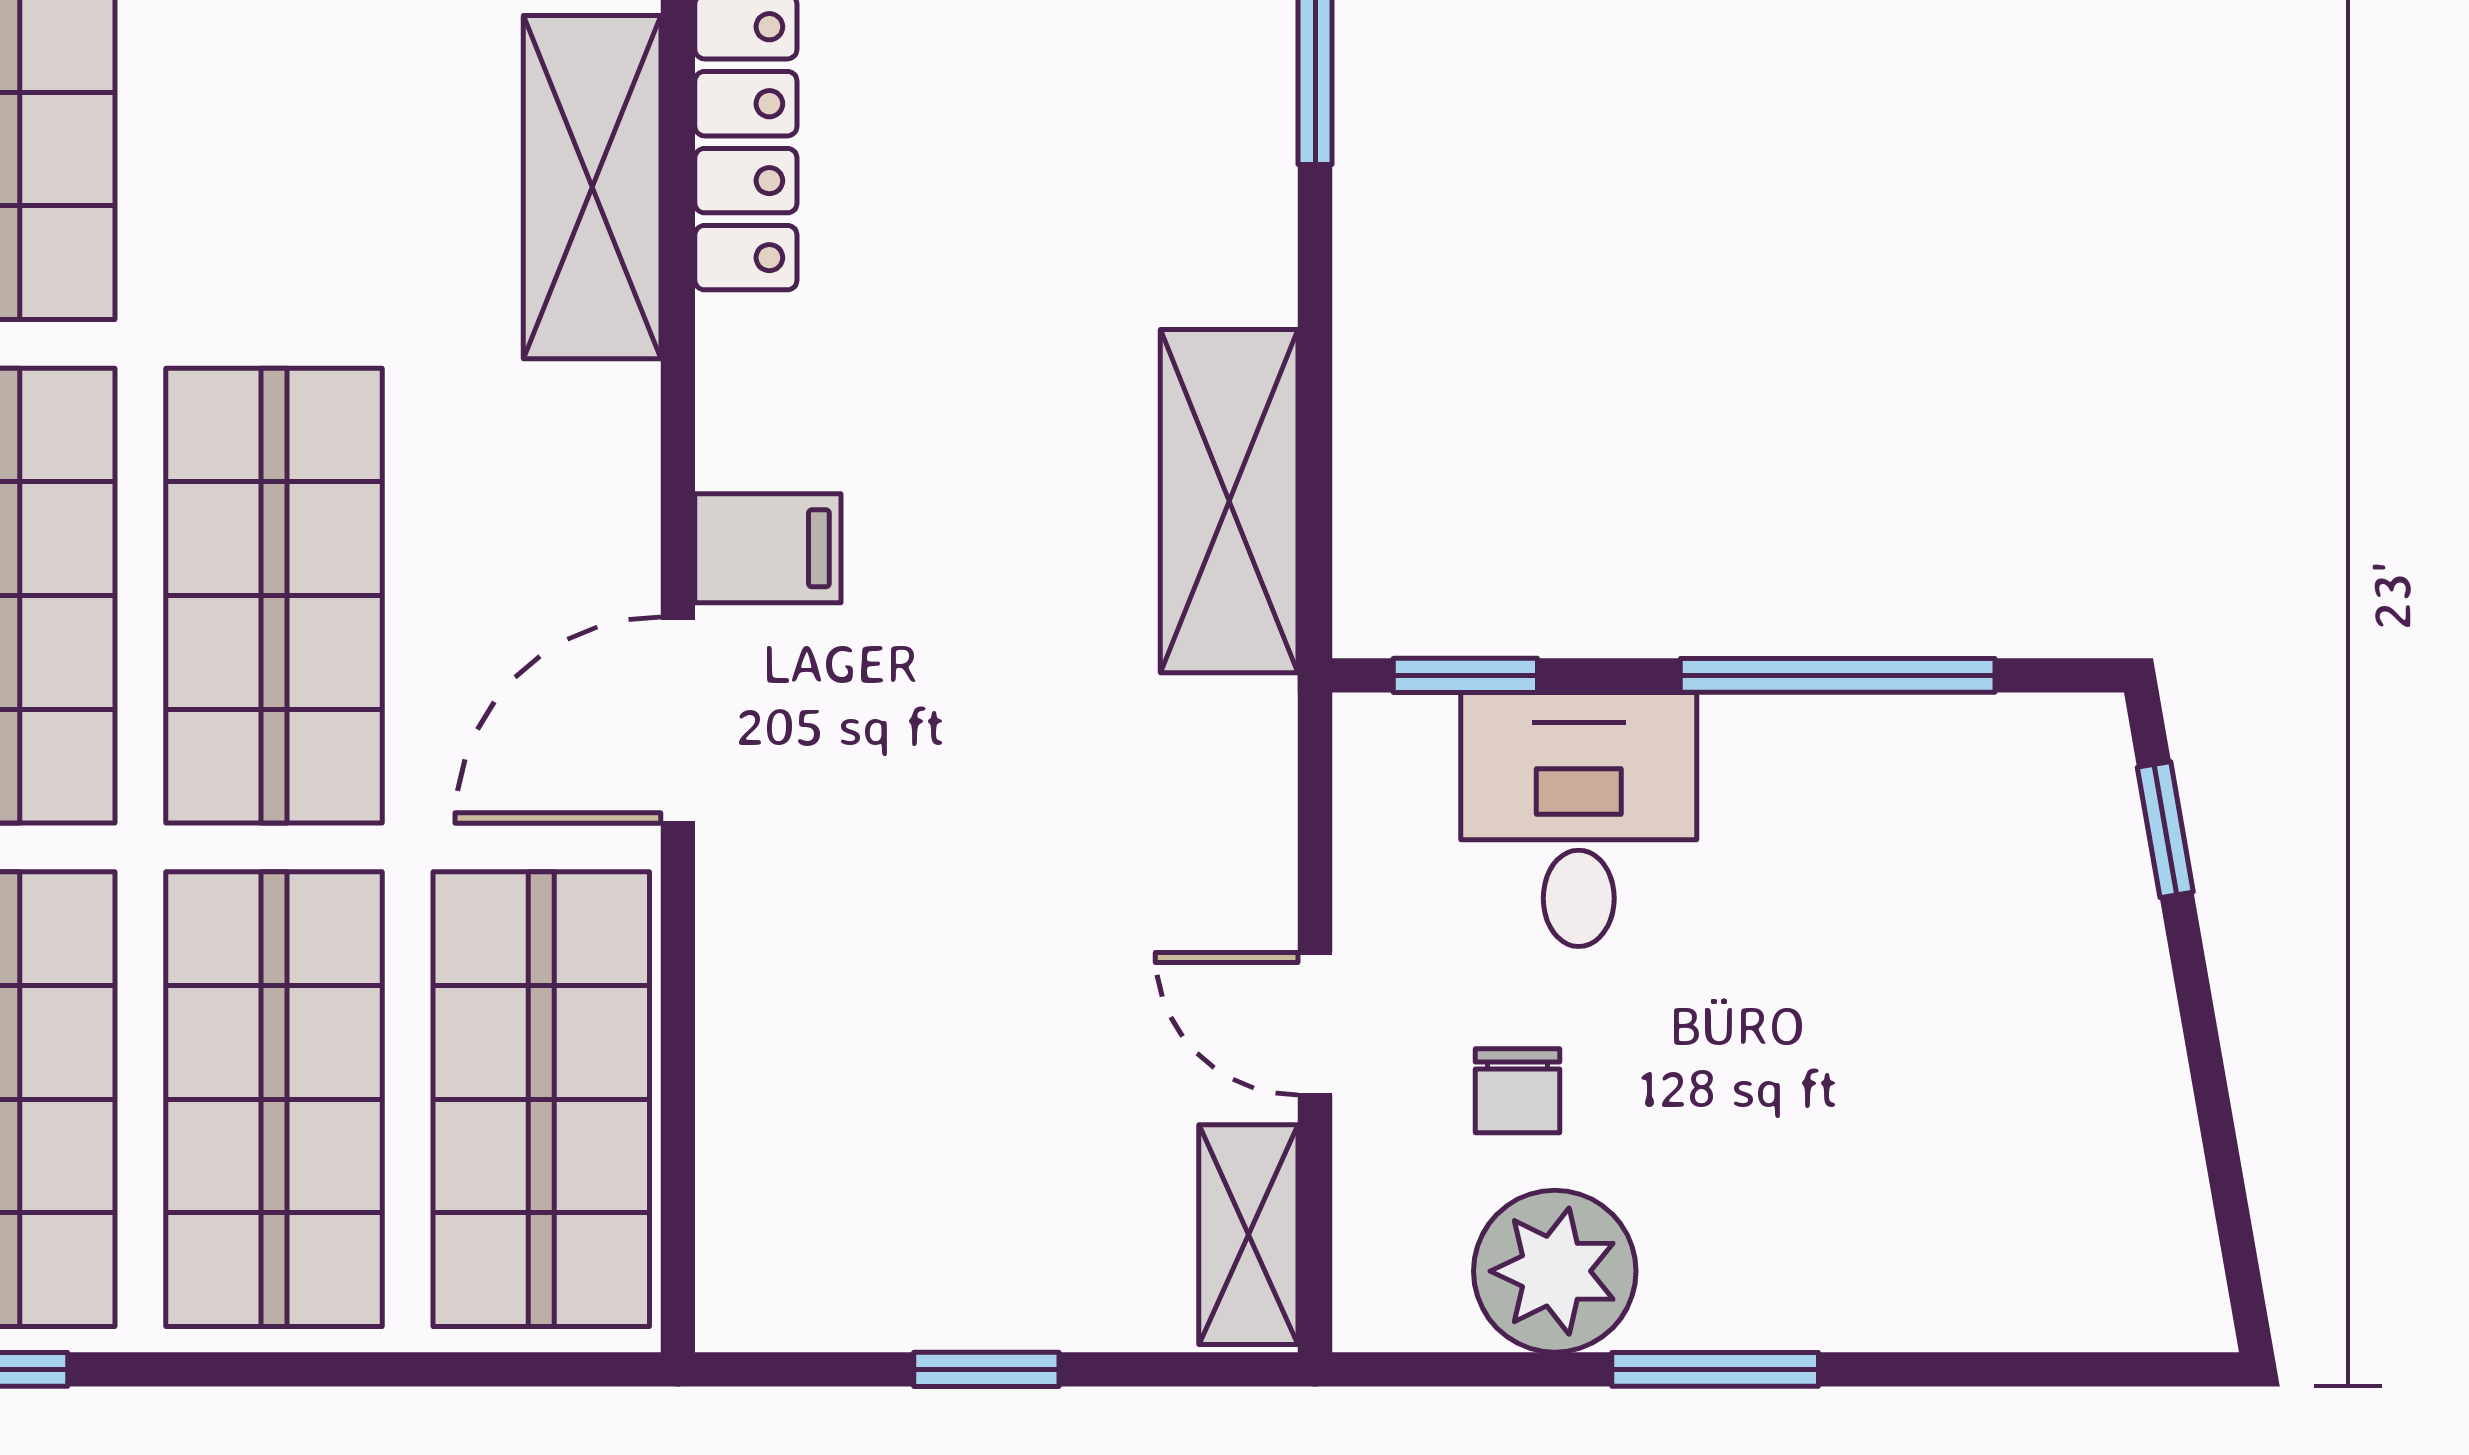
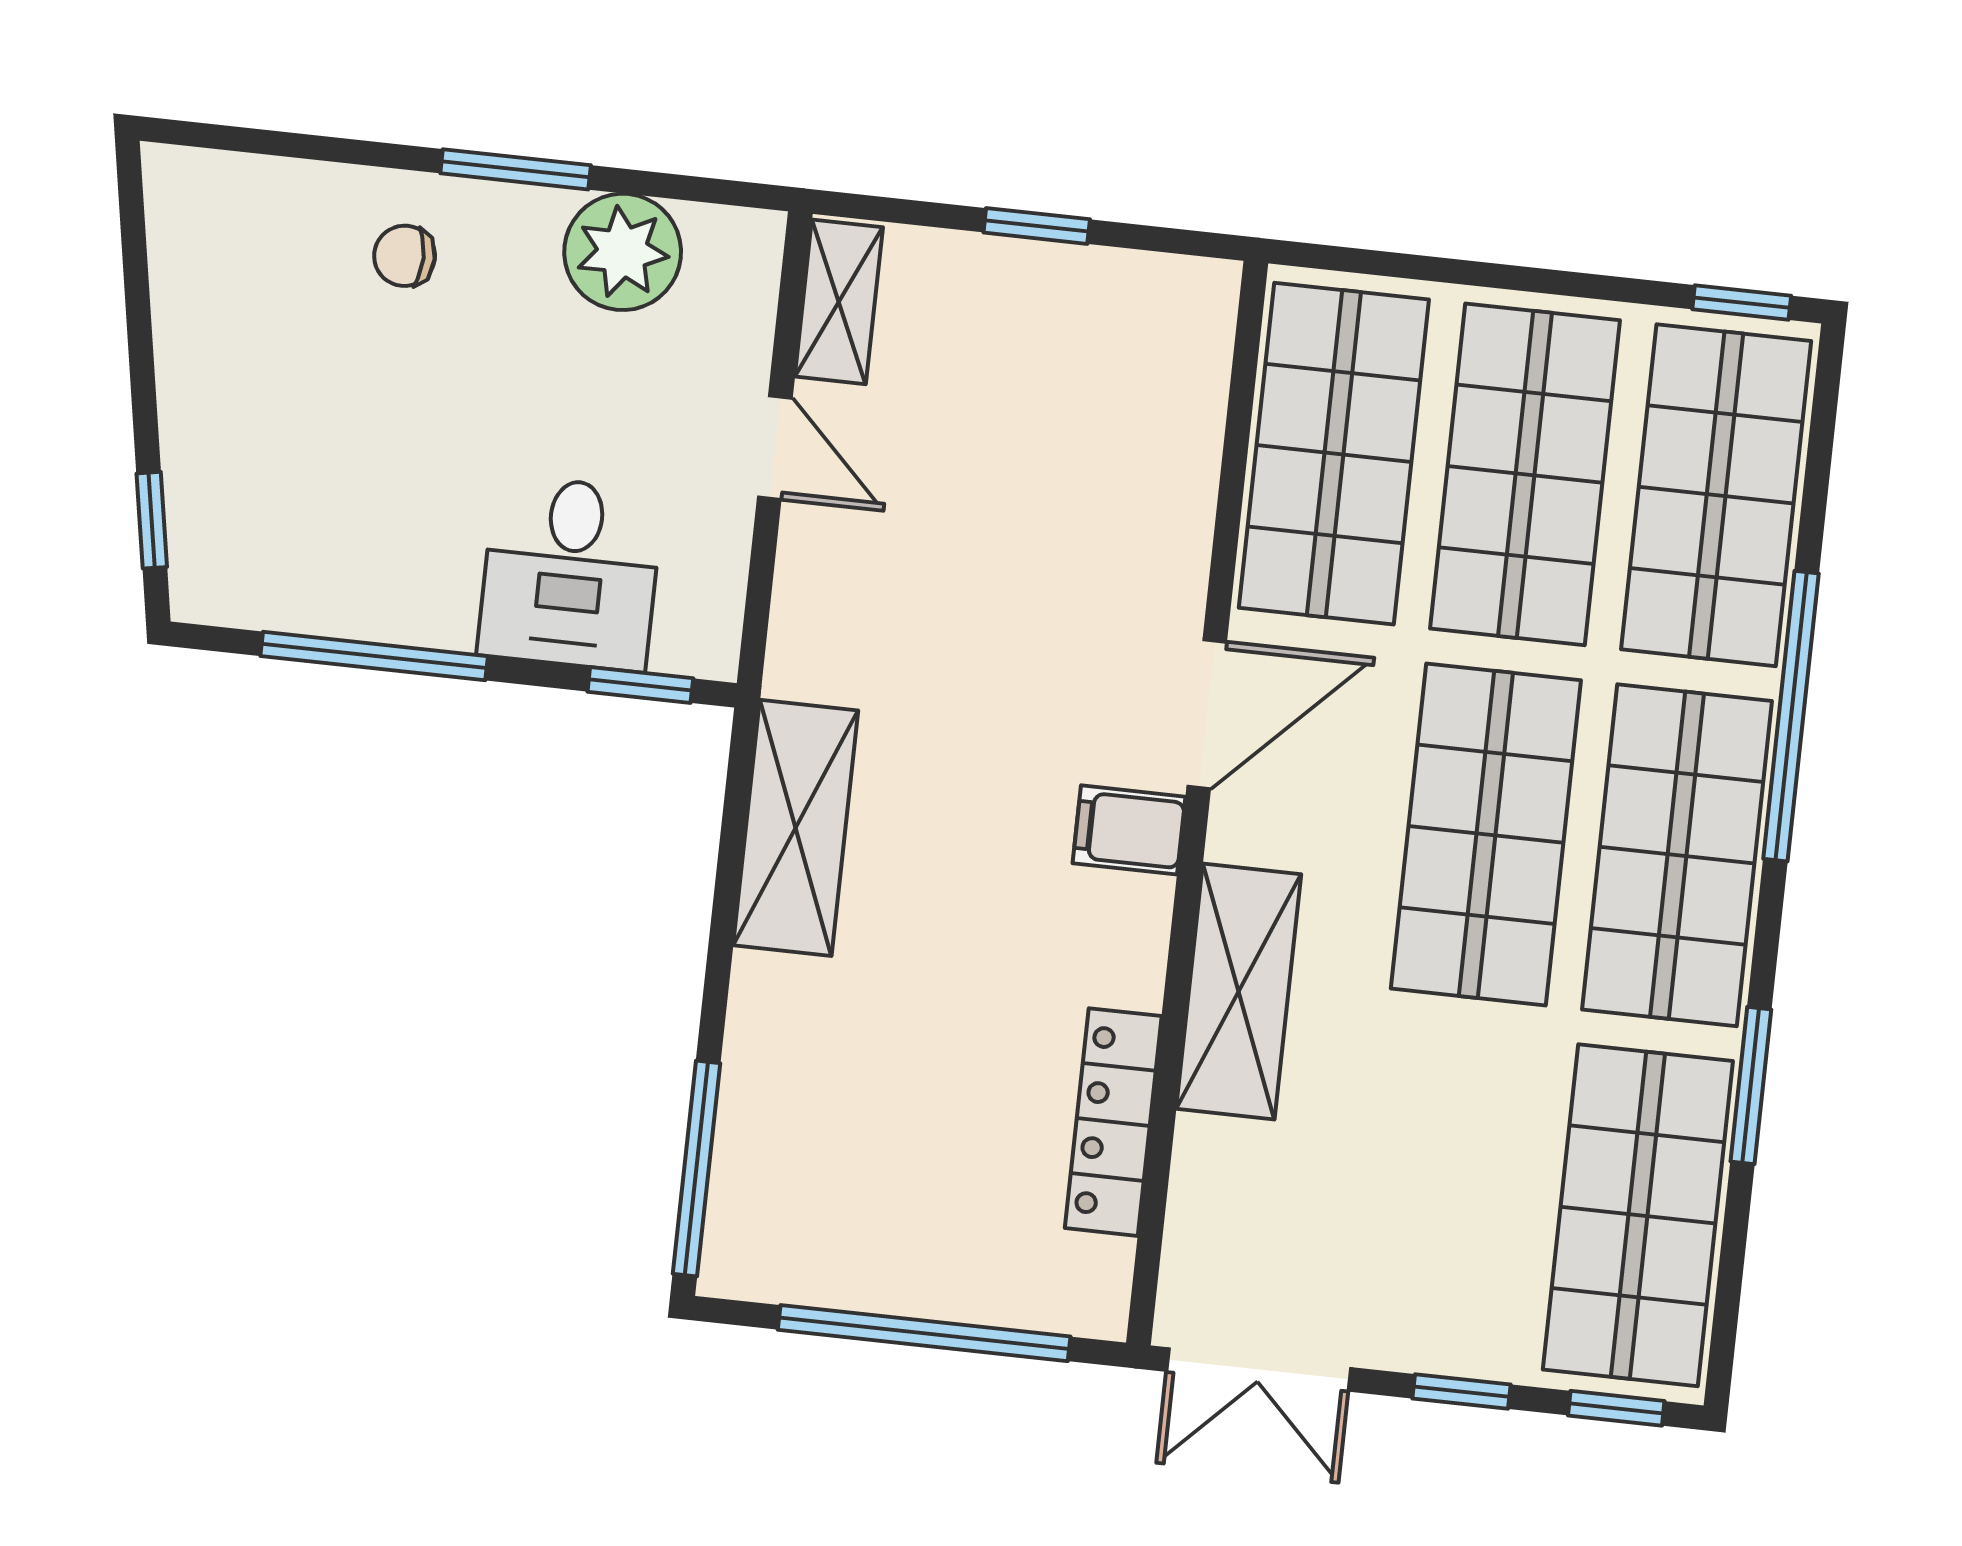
shelving: (592, 187) -> (1239, 991), moved
chair: (1518, 1091) -> (405, 256), moved, turned -90

